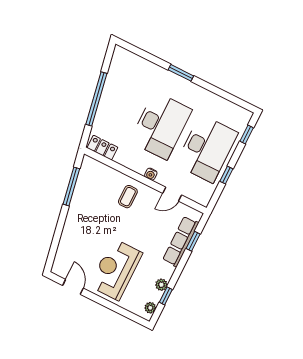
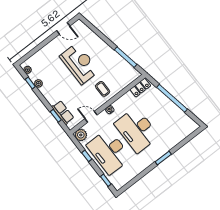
door: (172, 194) -> (91, 117), hinge flipped
plant: (203, 196) -> (81, 135), added
row of seats: (181, 241) -> (63, 113), width x0.68
reception desk: (116, 269) -> (79, 64), moved

